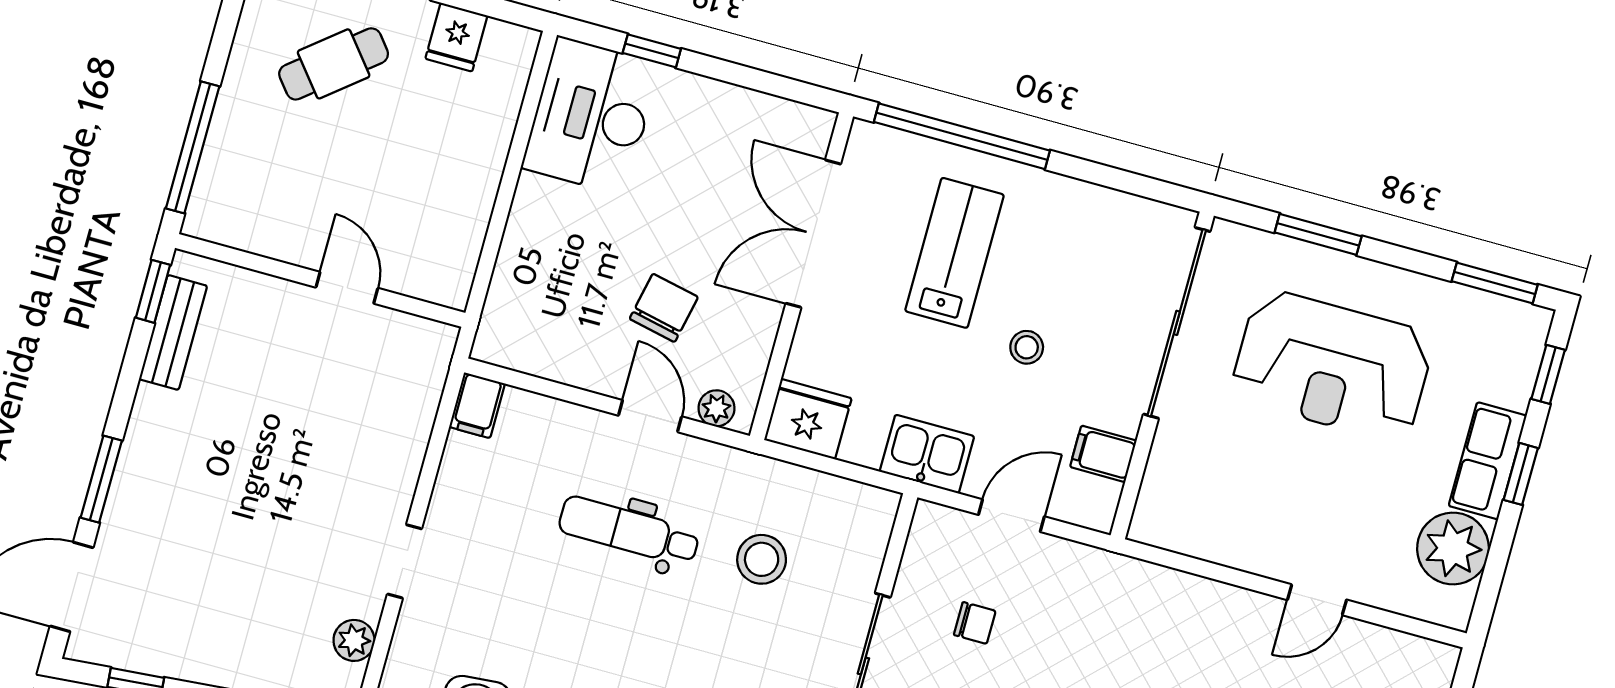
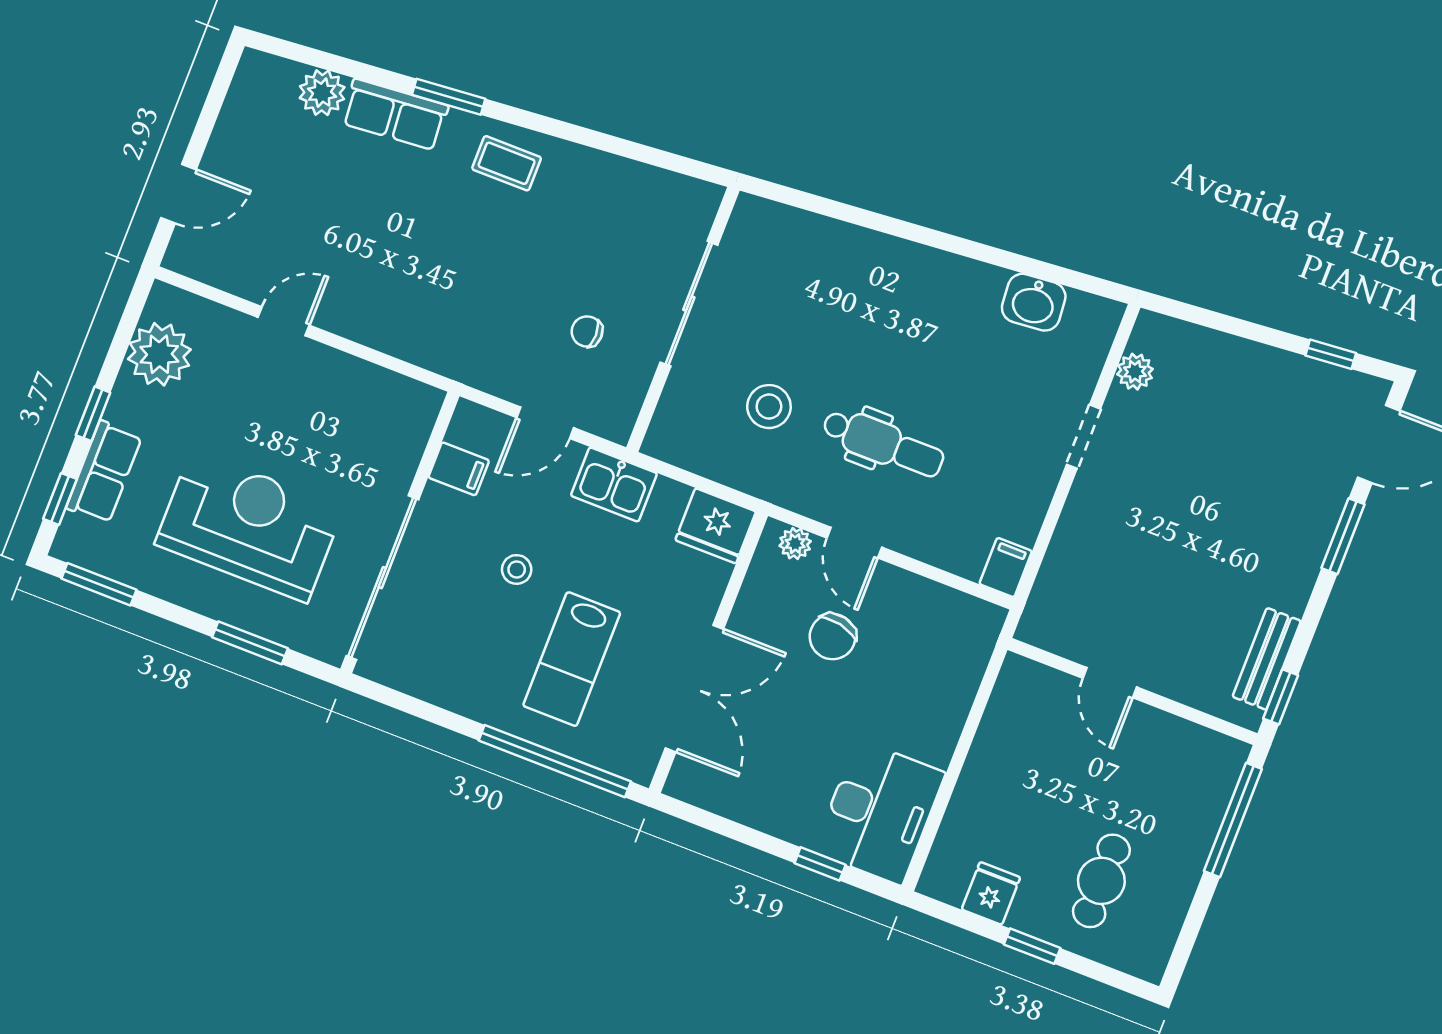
cafe table: (334, 64) -> (1101, 881), turned -51
row of seats: (1488, 461) -> (104, 472), moved

